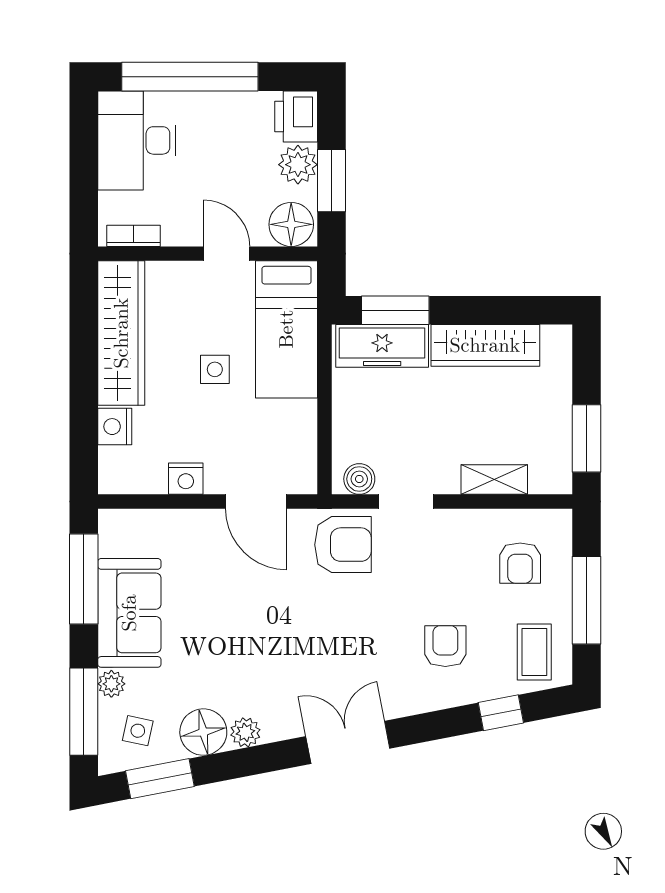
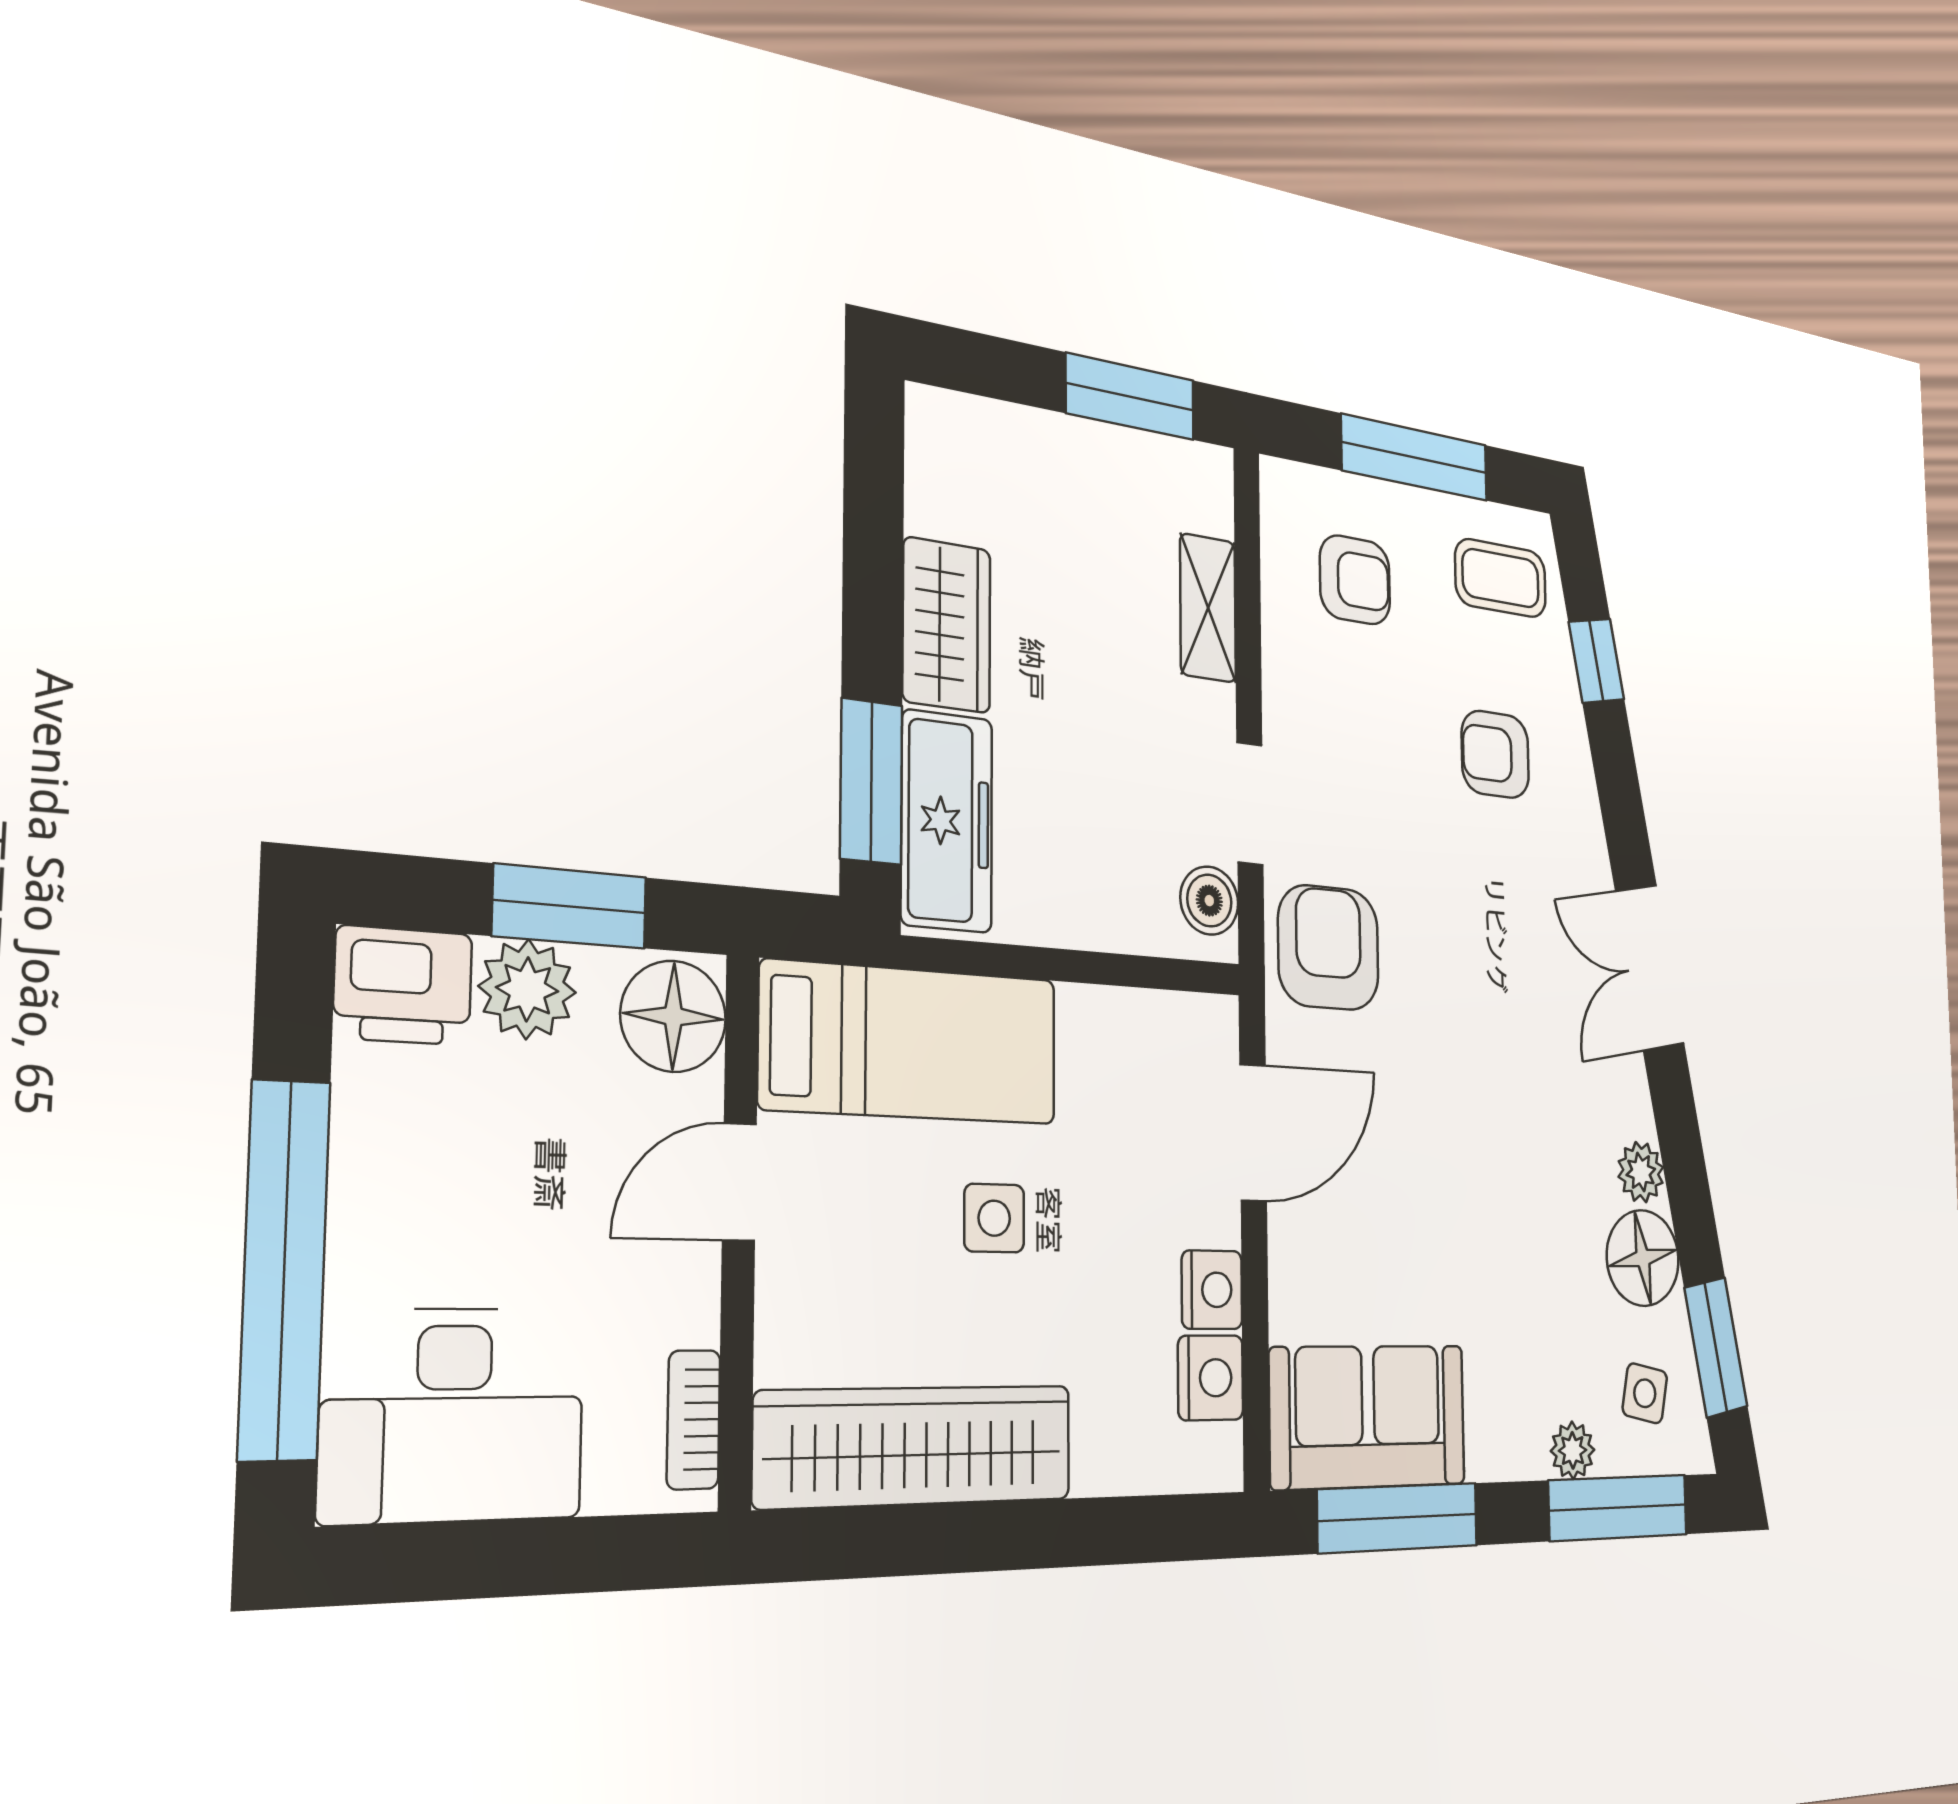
wardrobe: (485, 345) -> (947, 625), width x0.67
nightstand: (115, 427) -> (1211, 1378), moved, turned -90
sofa: (129, 613) -> (1368, 1416), moved

